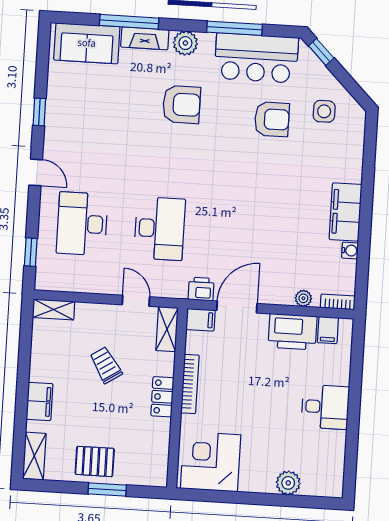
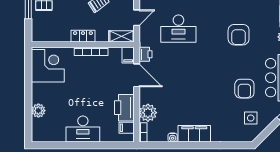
armchair: (182, 104) -> (239, 35), moved
plant: (303, 298) -> (148, 113), width x1.88, depth x1.88
desk: (325, 407) -> (83, 129), width x1.37

